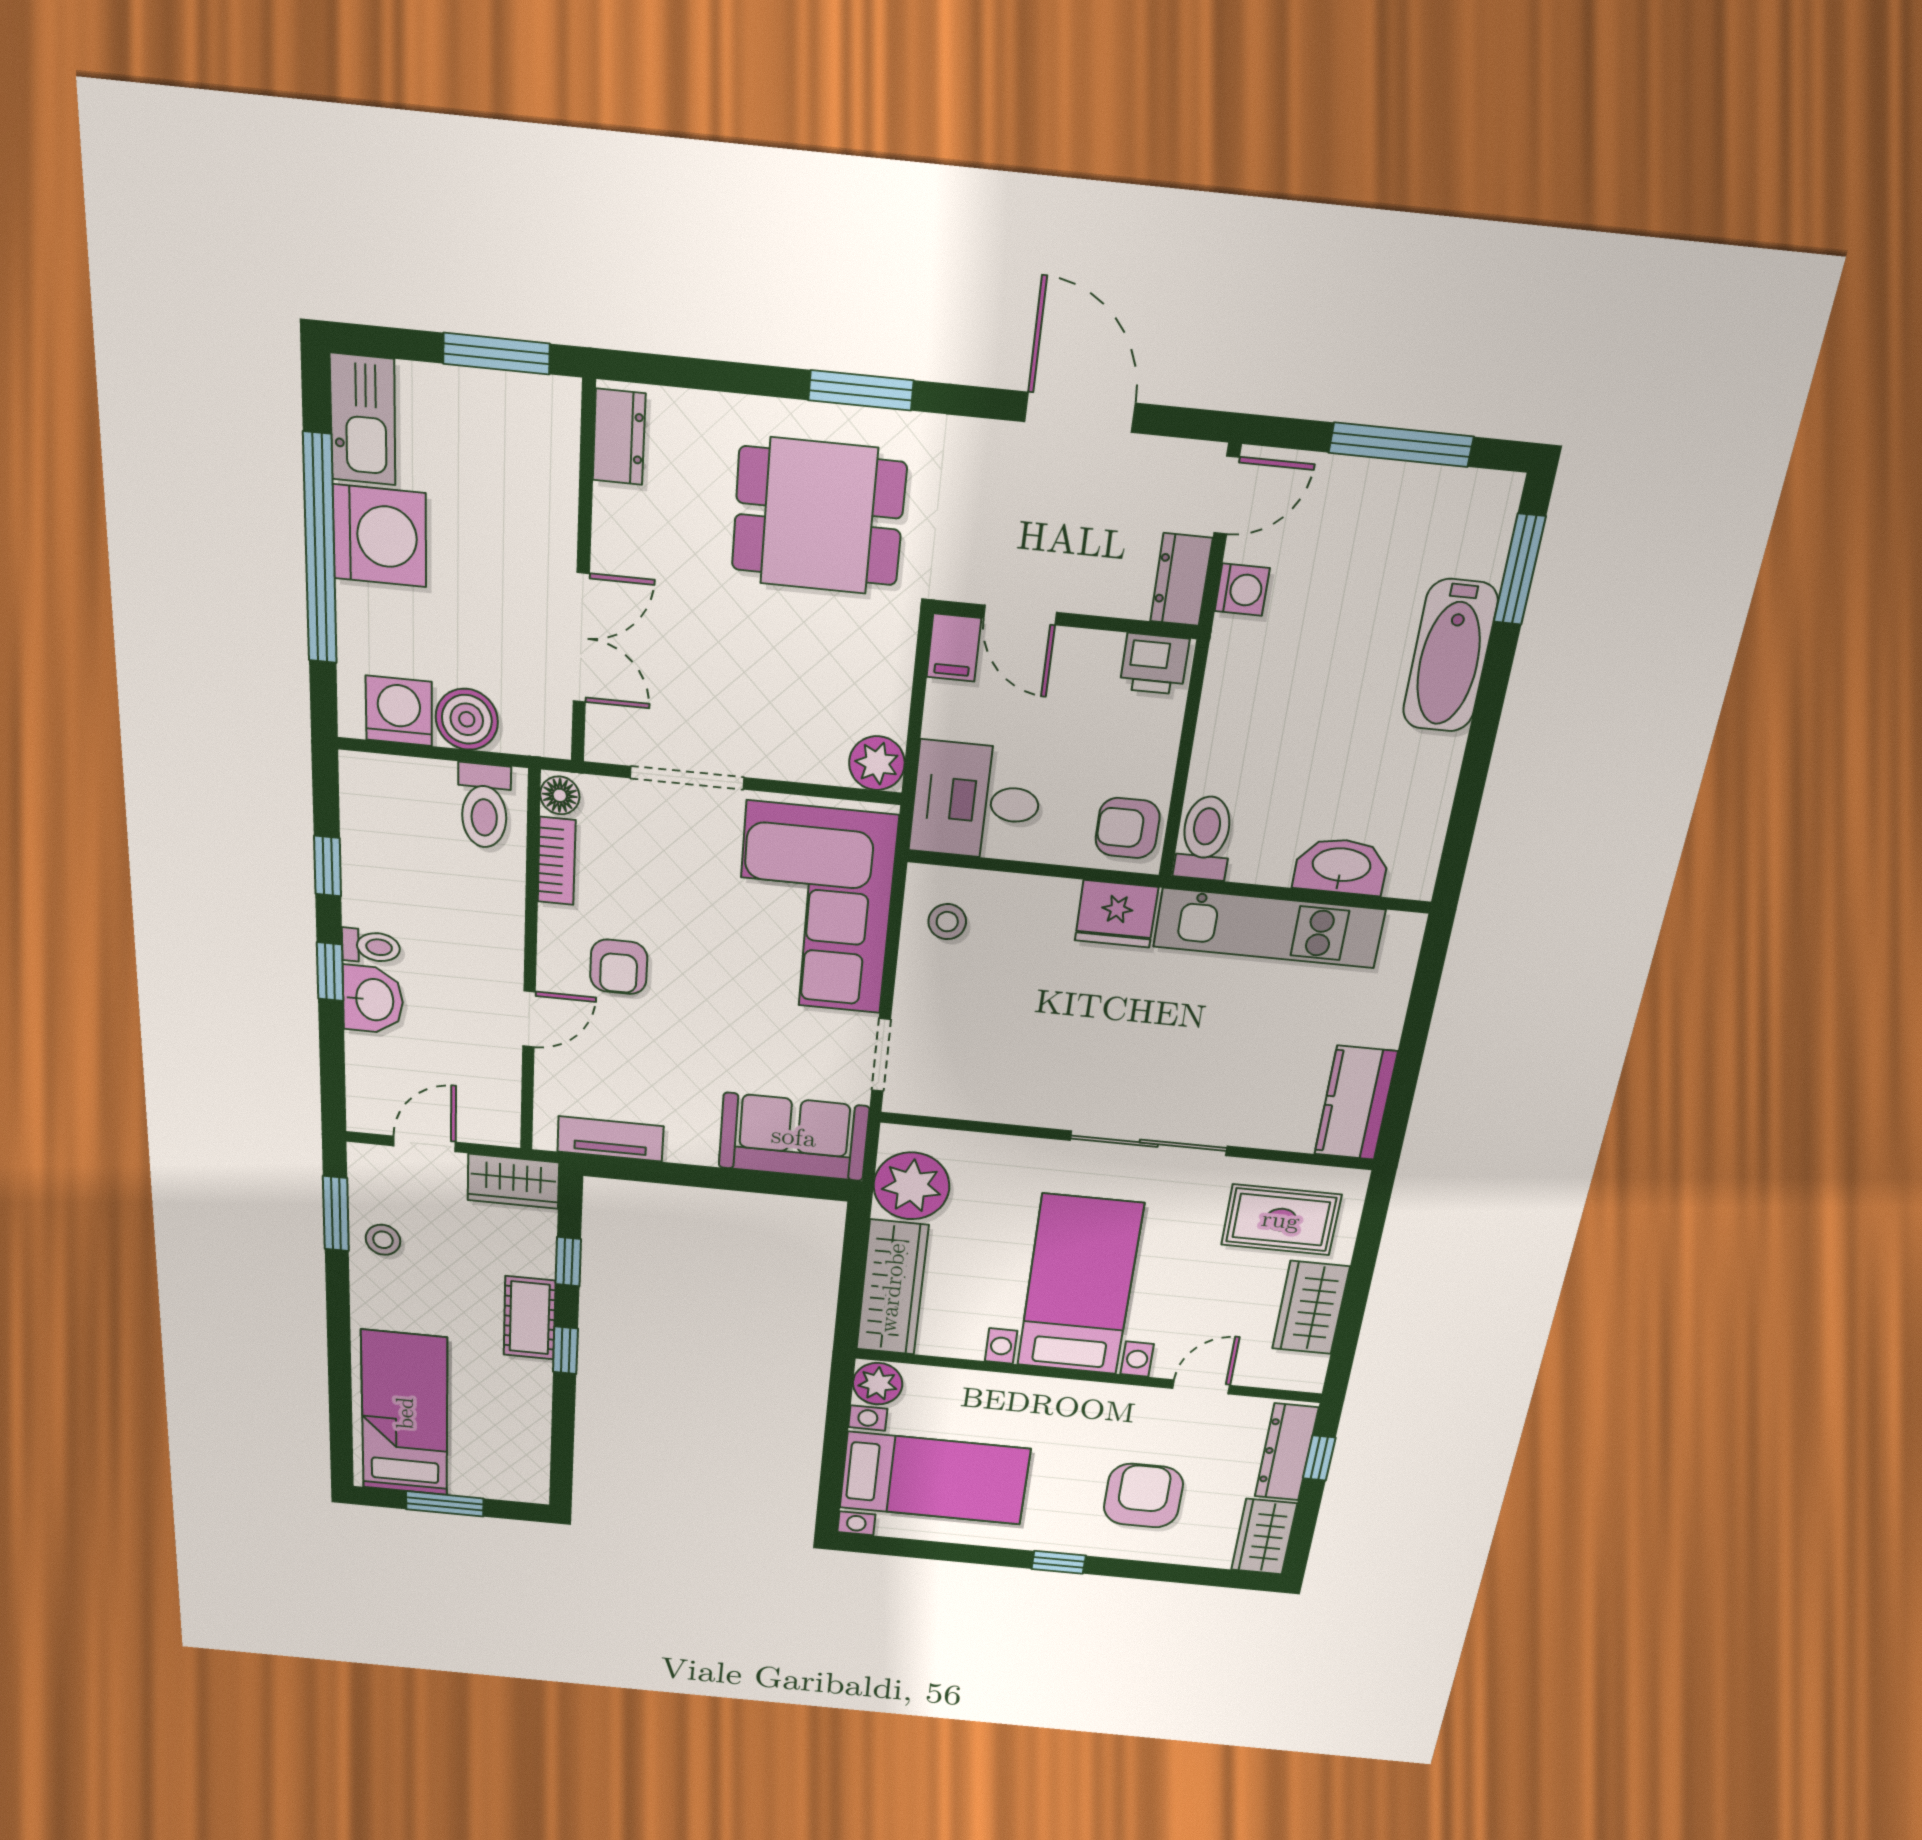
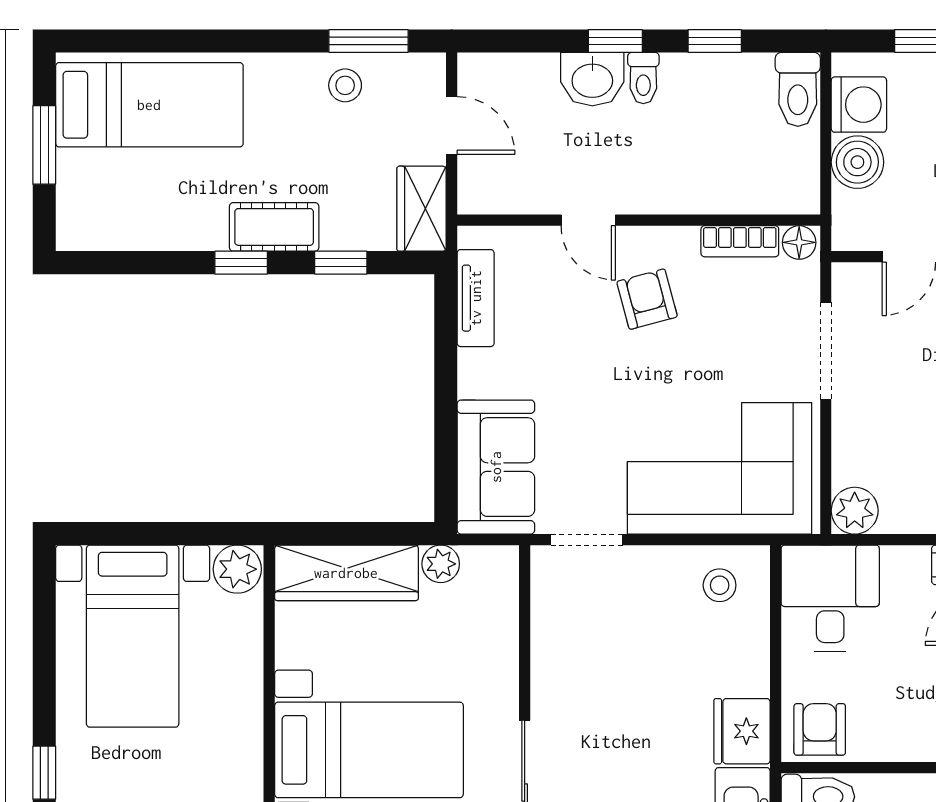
toilet: (484, 806) -> (798, 89), moved, turned -90
armchair: (619, 967) -> (647, 299), turned 75
plant: (911, 1186) -> (441, 564), width x0.53, depth x0.53

